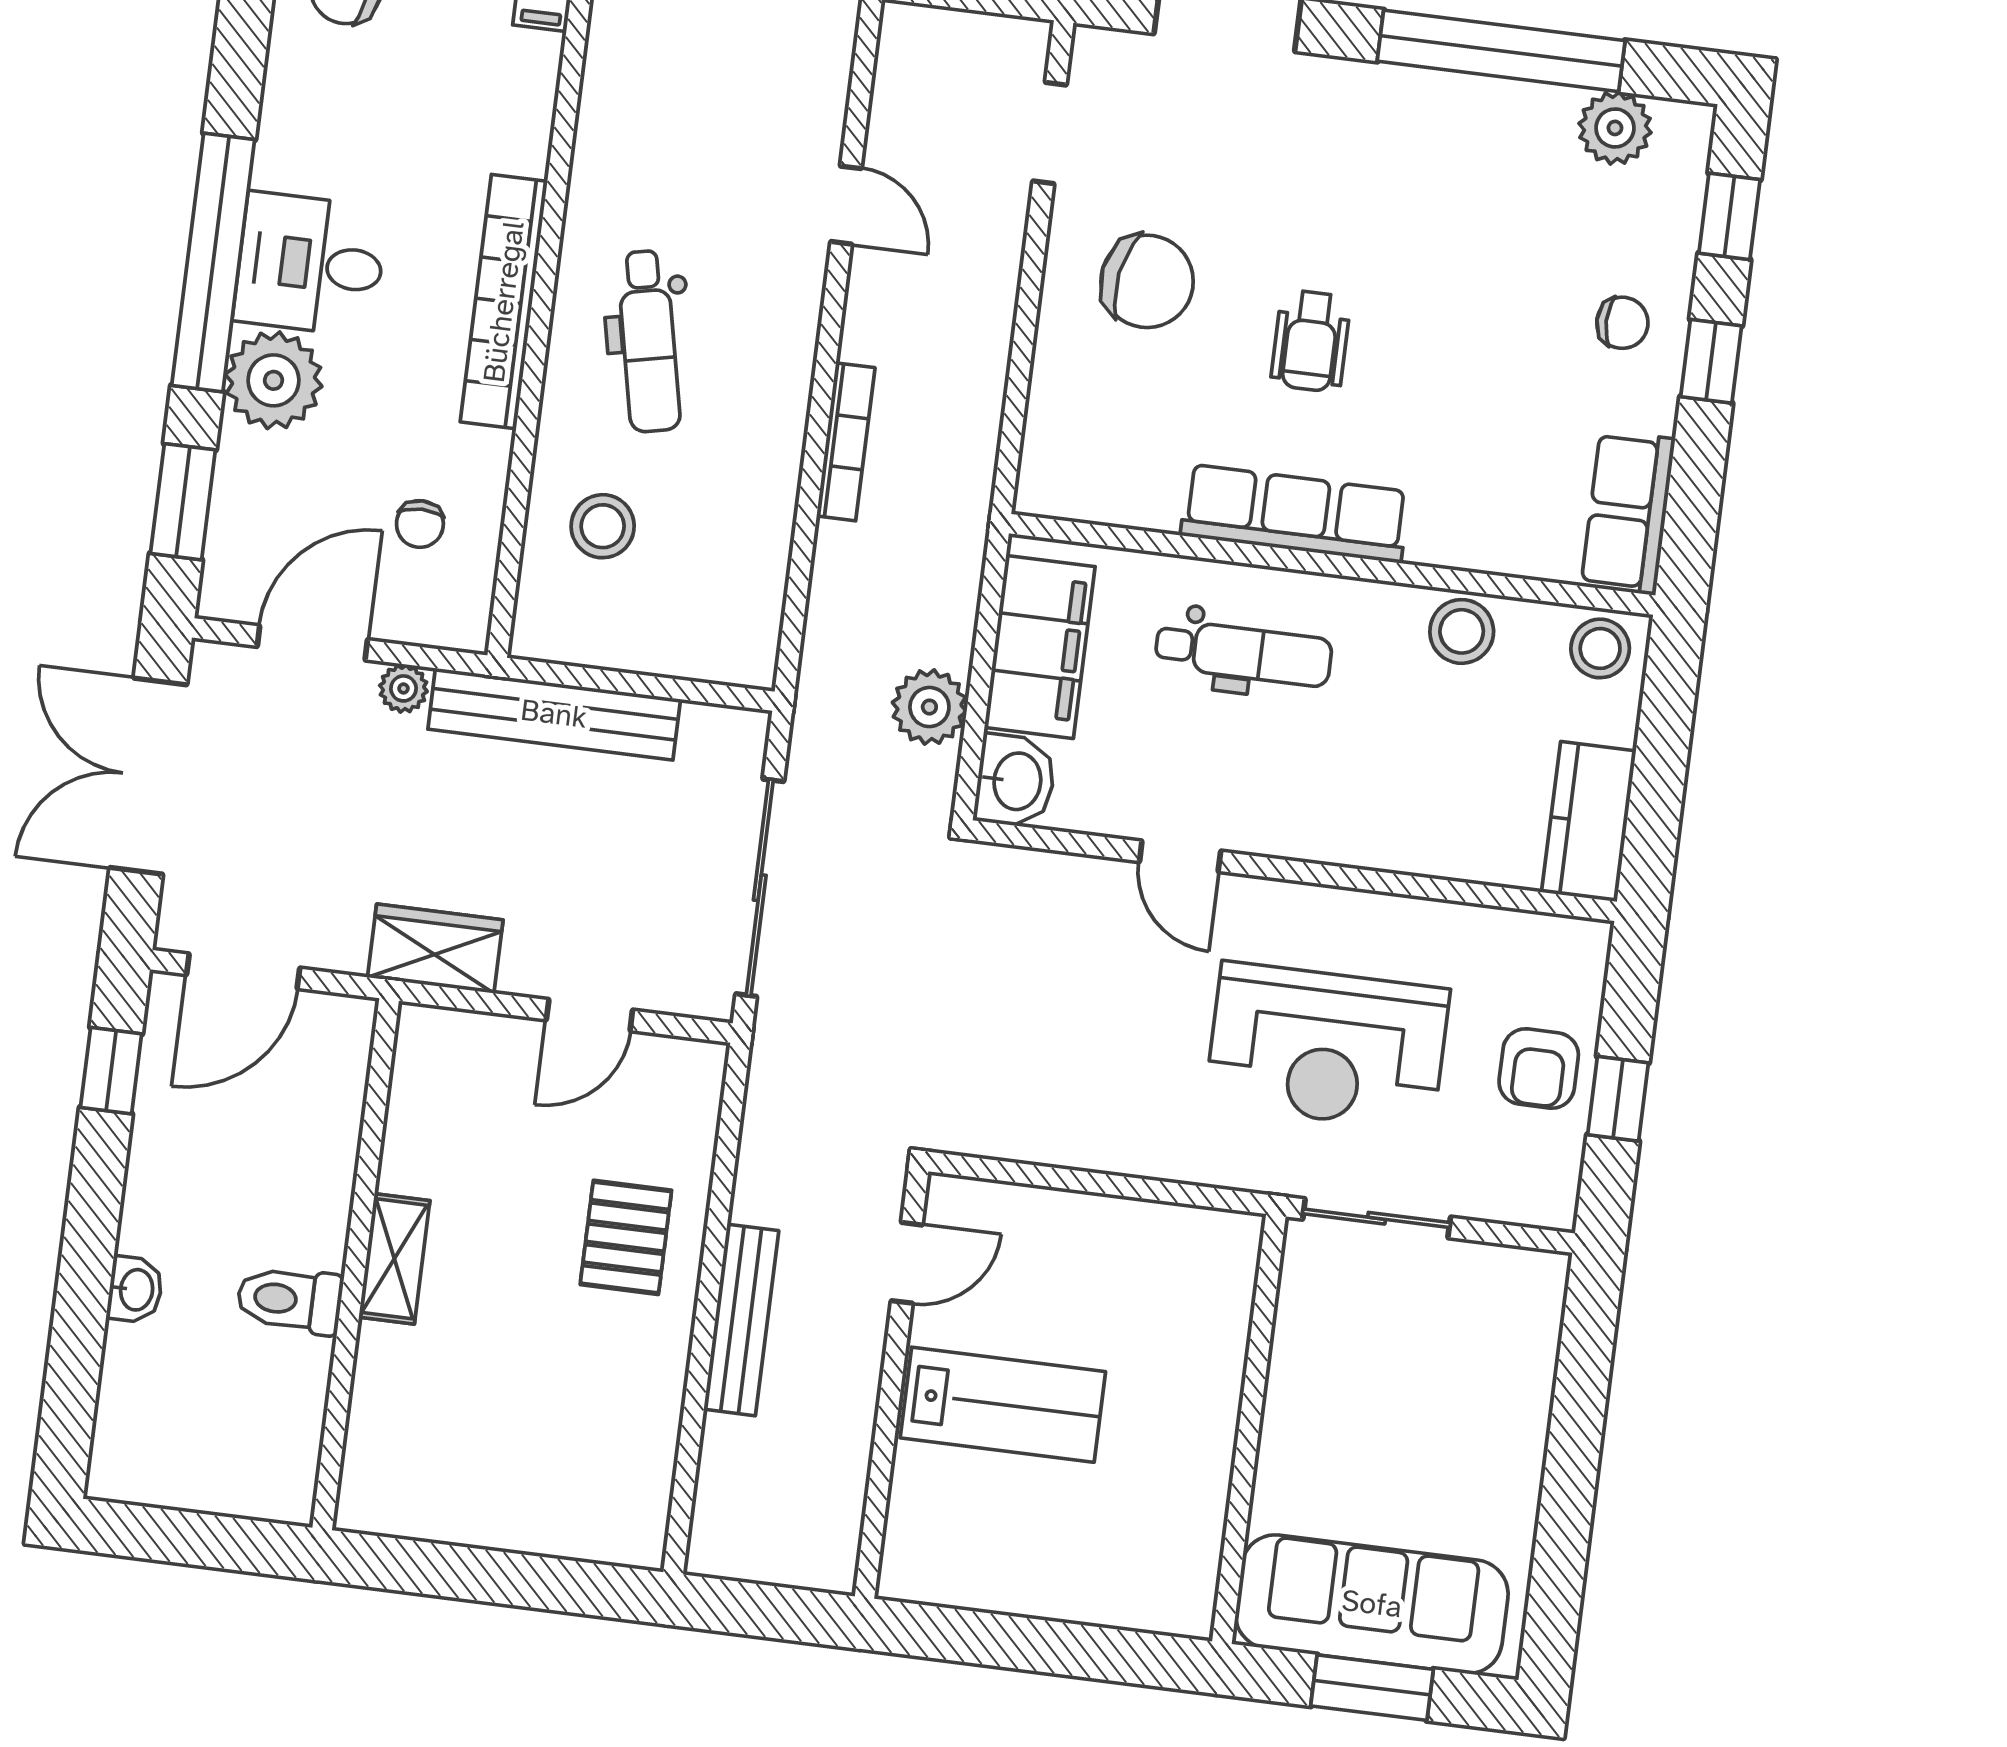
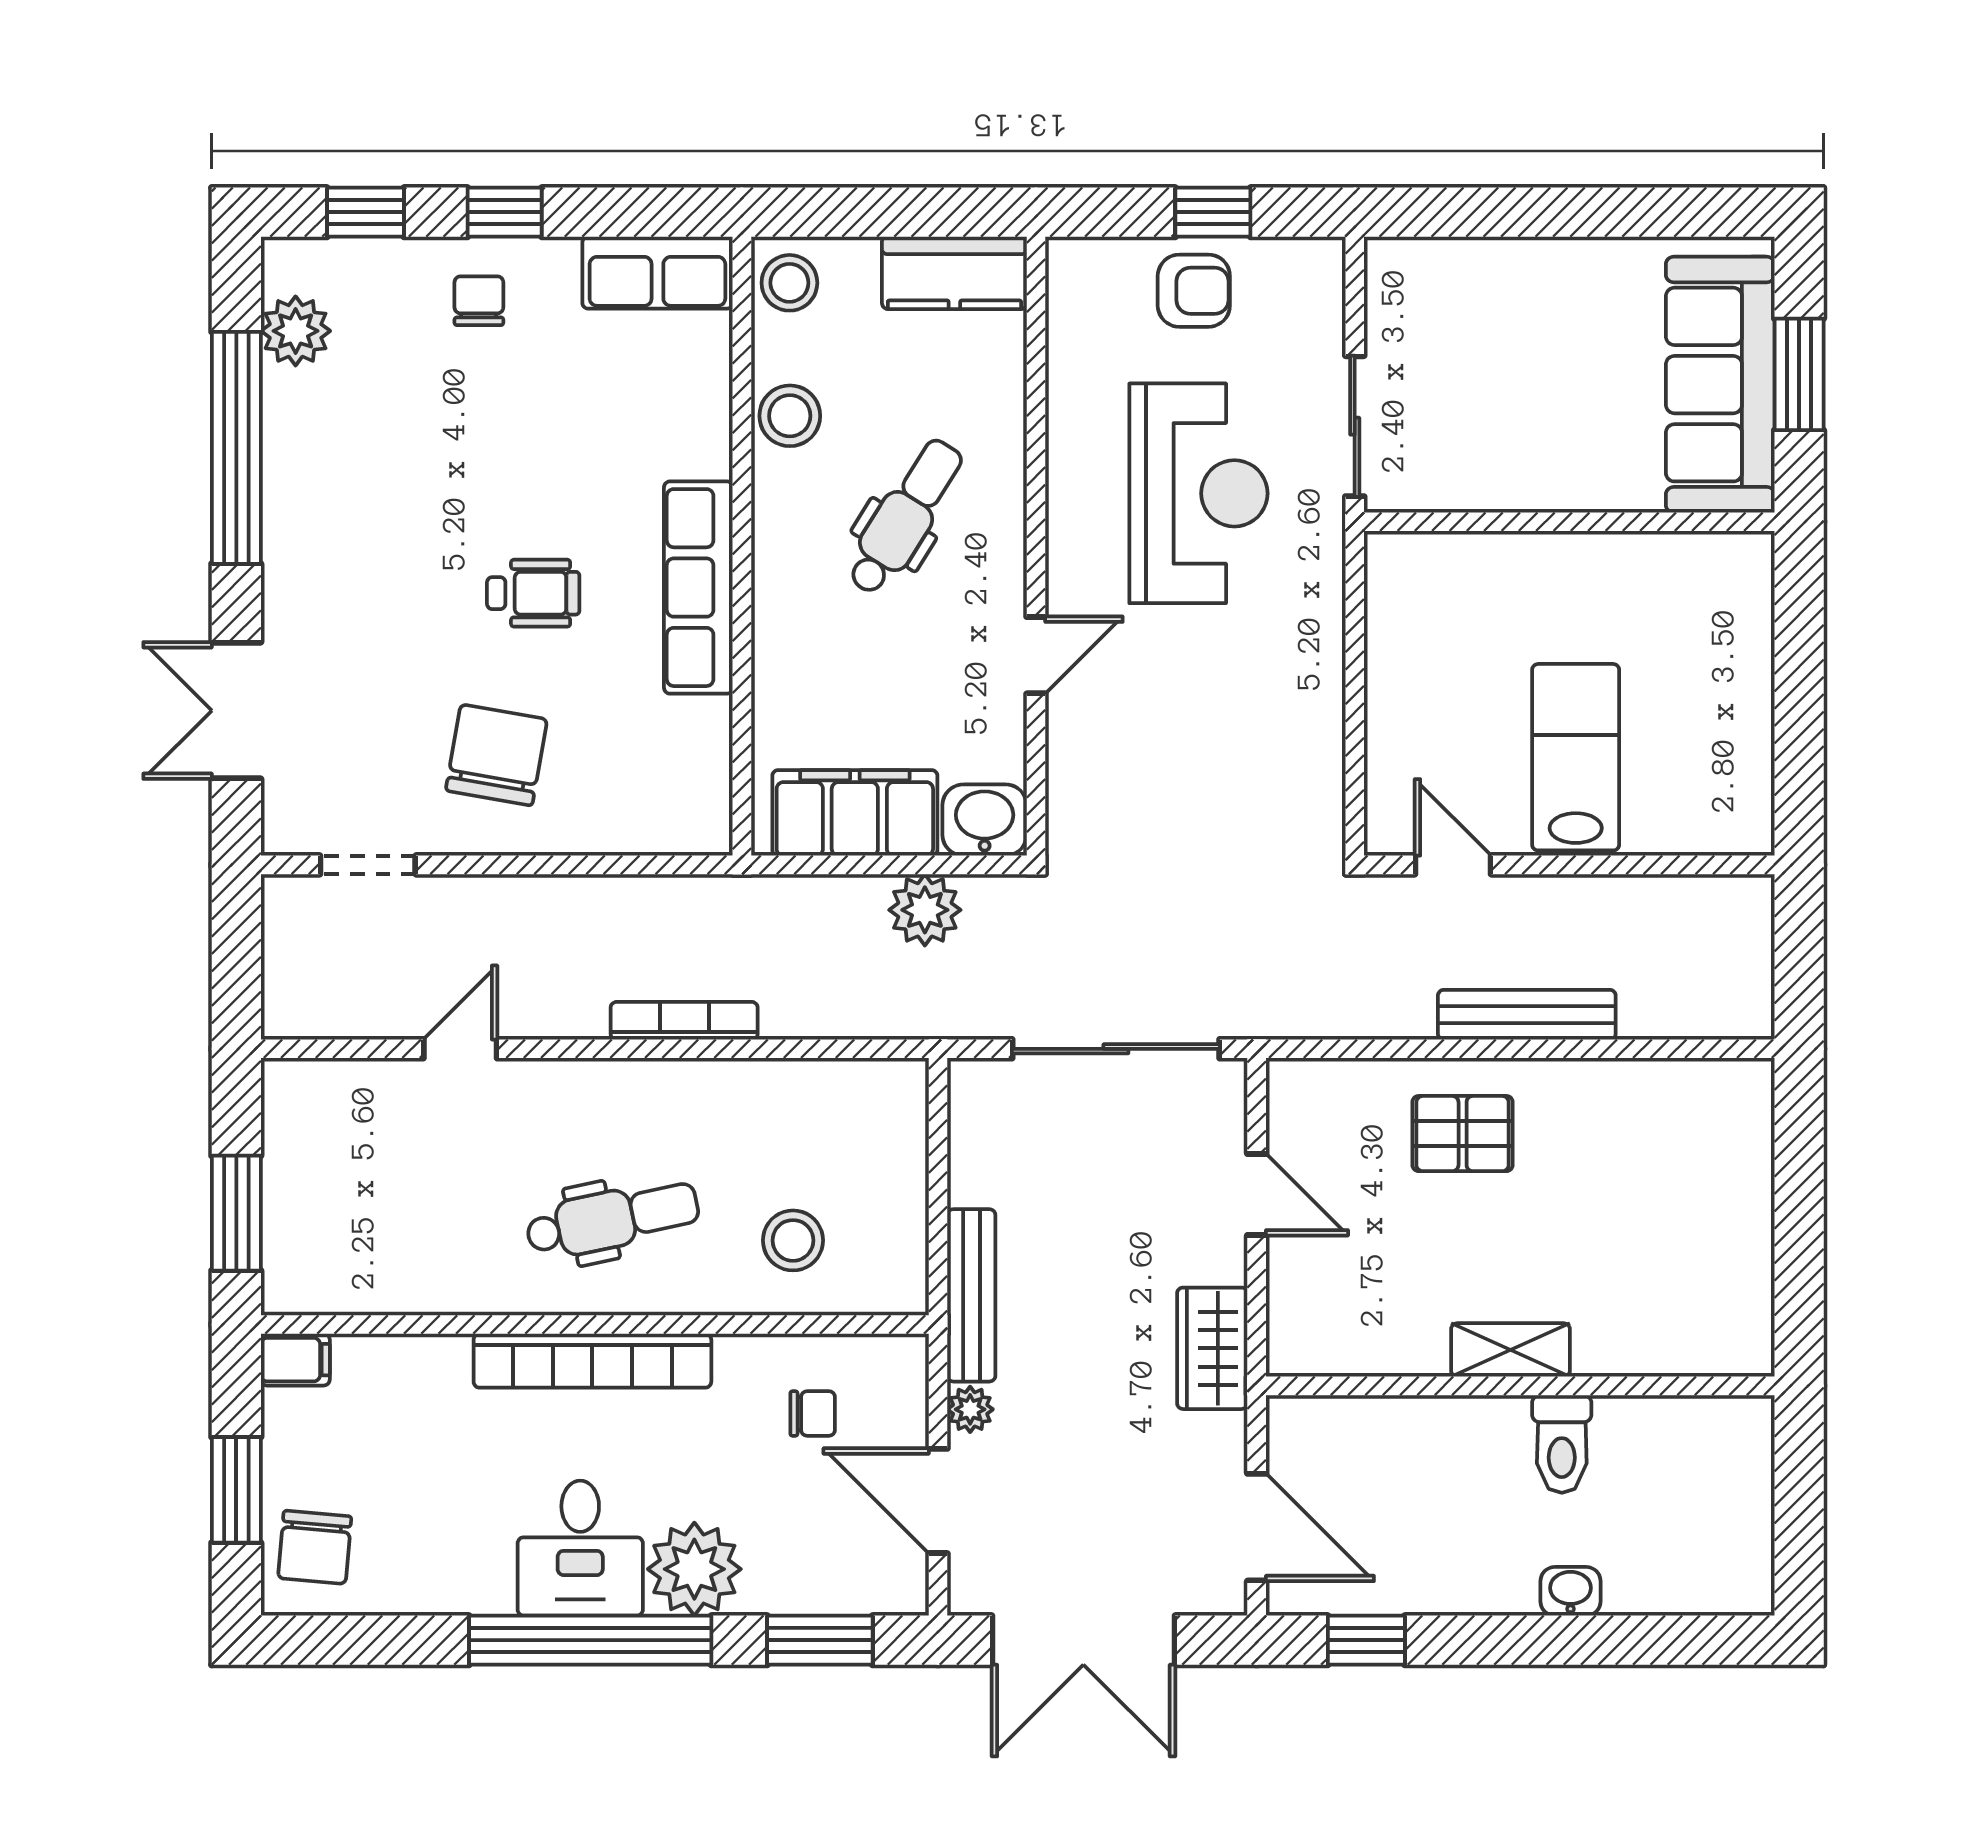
dental chair: (1243, 653) -> (905, 517), moved, turned 32
bench: (554, 714) -> (971, 1295), width x0.73, depth x0.82

